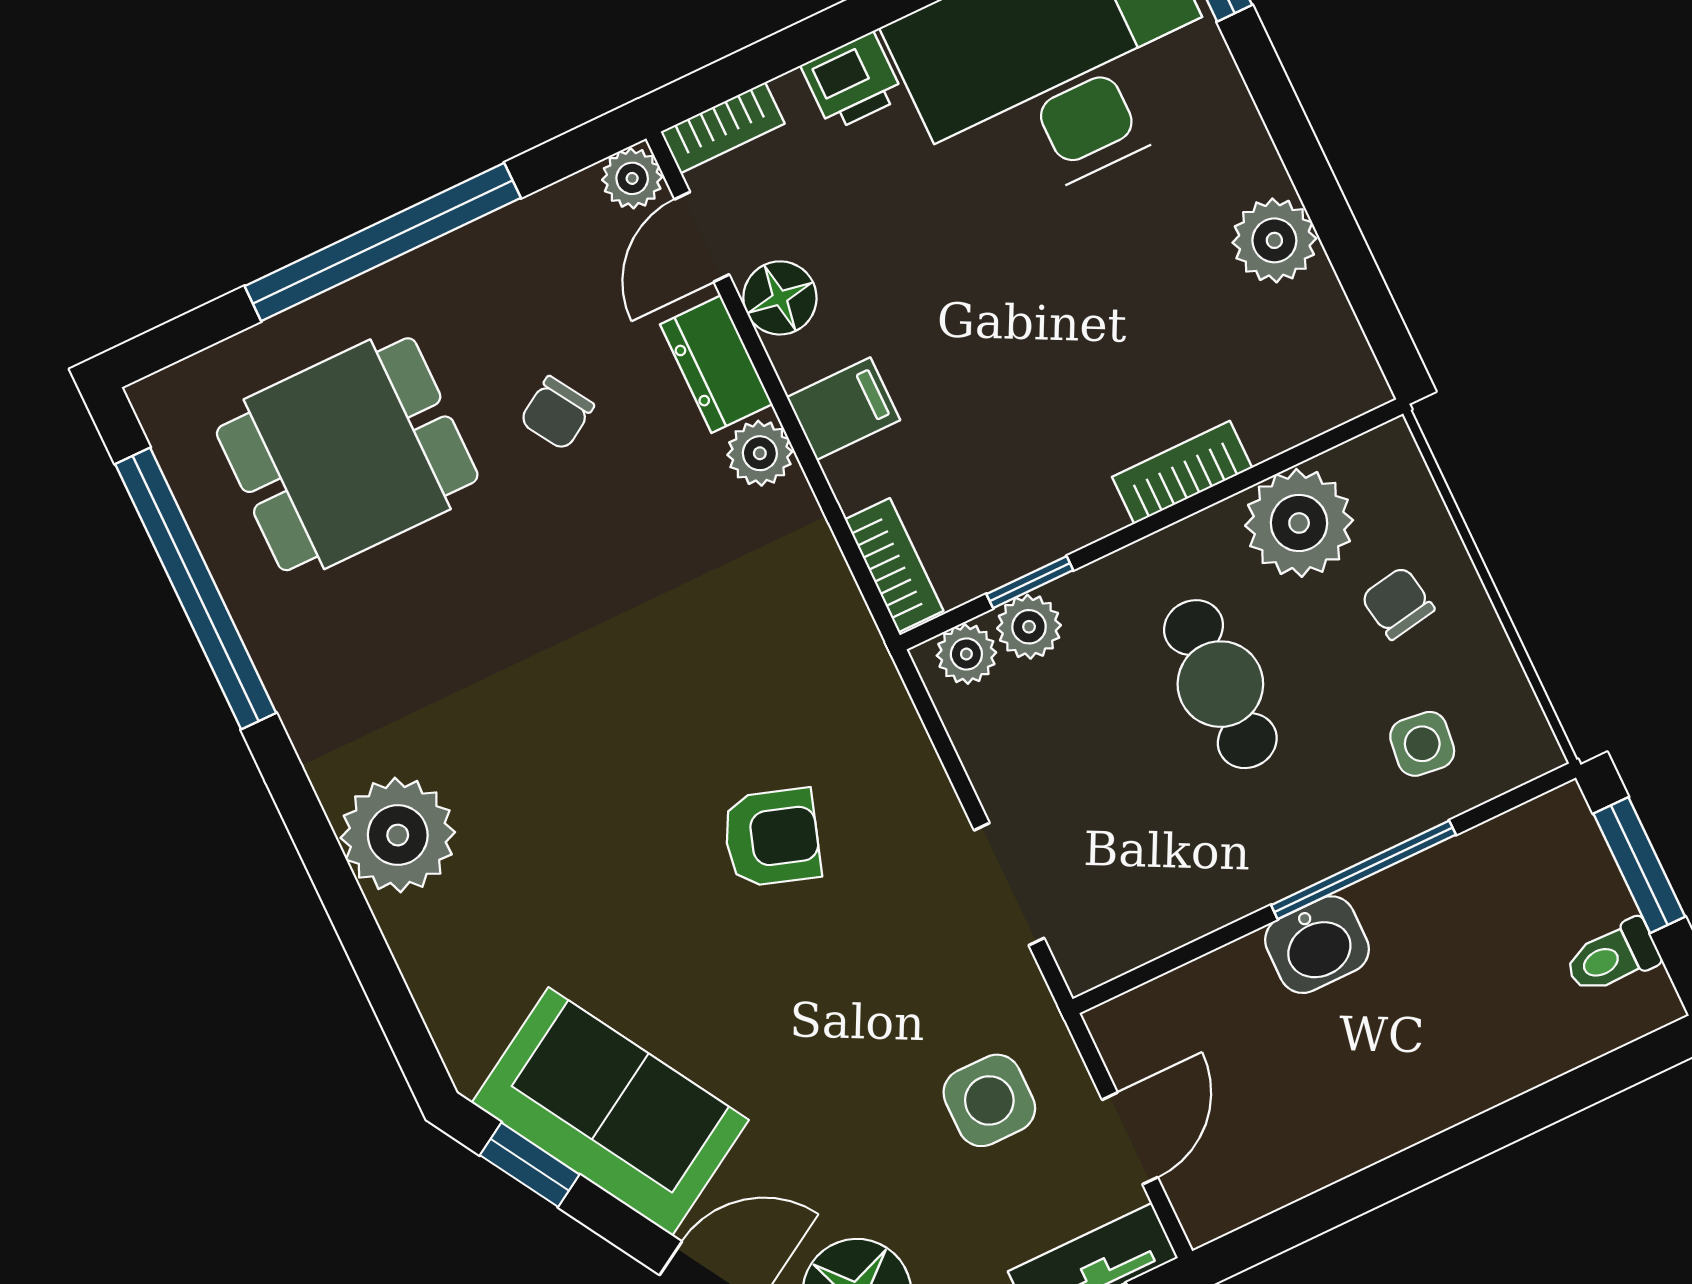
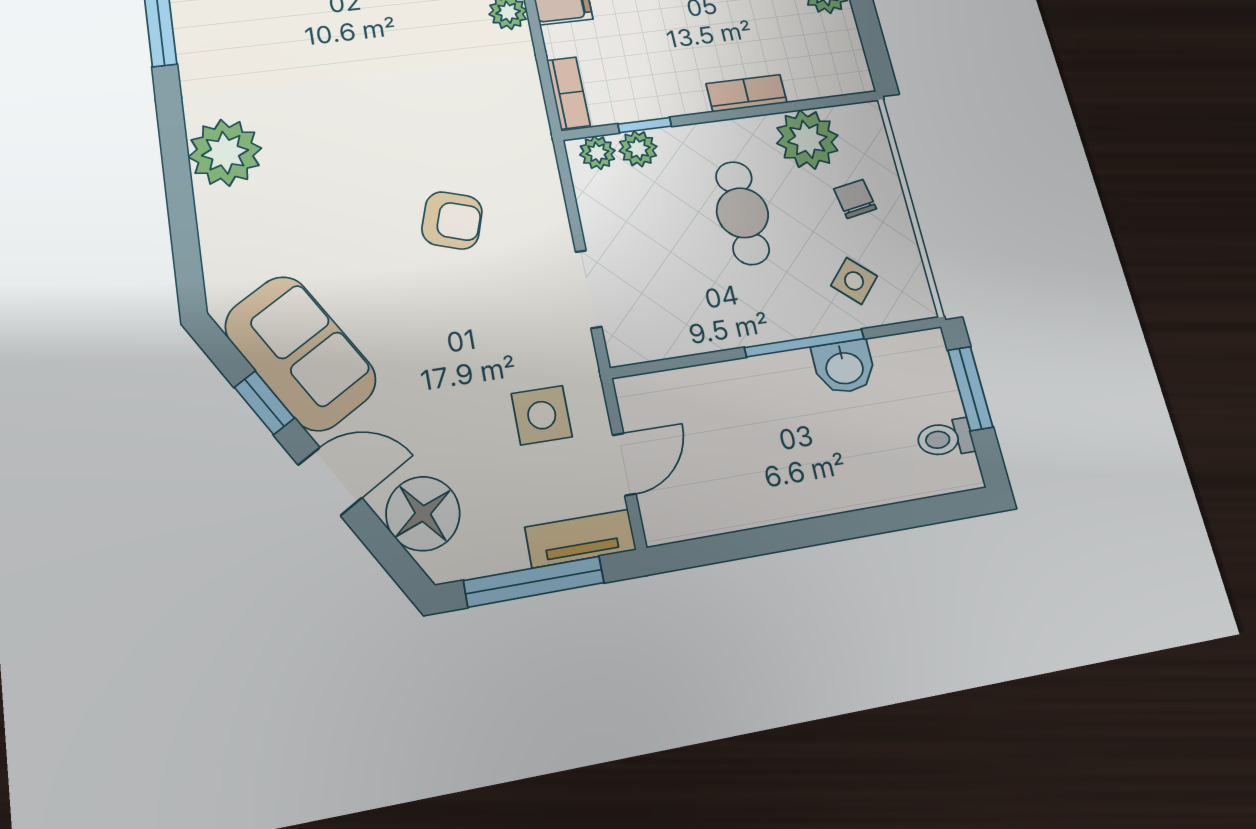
side table: (1422, 744) -> (854, 281), turned 35
washbasin: (1317, 945) -> (844, 367), moved
window: (530, 1165) -> (264, 403), moved

